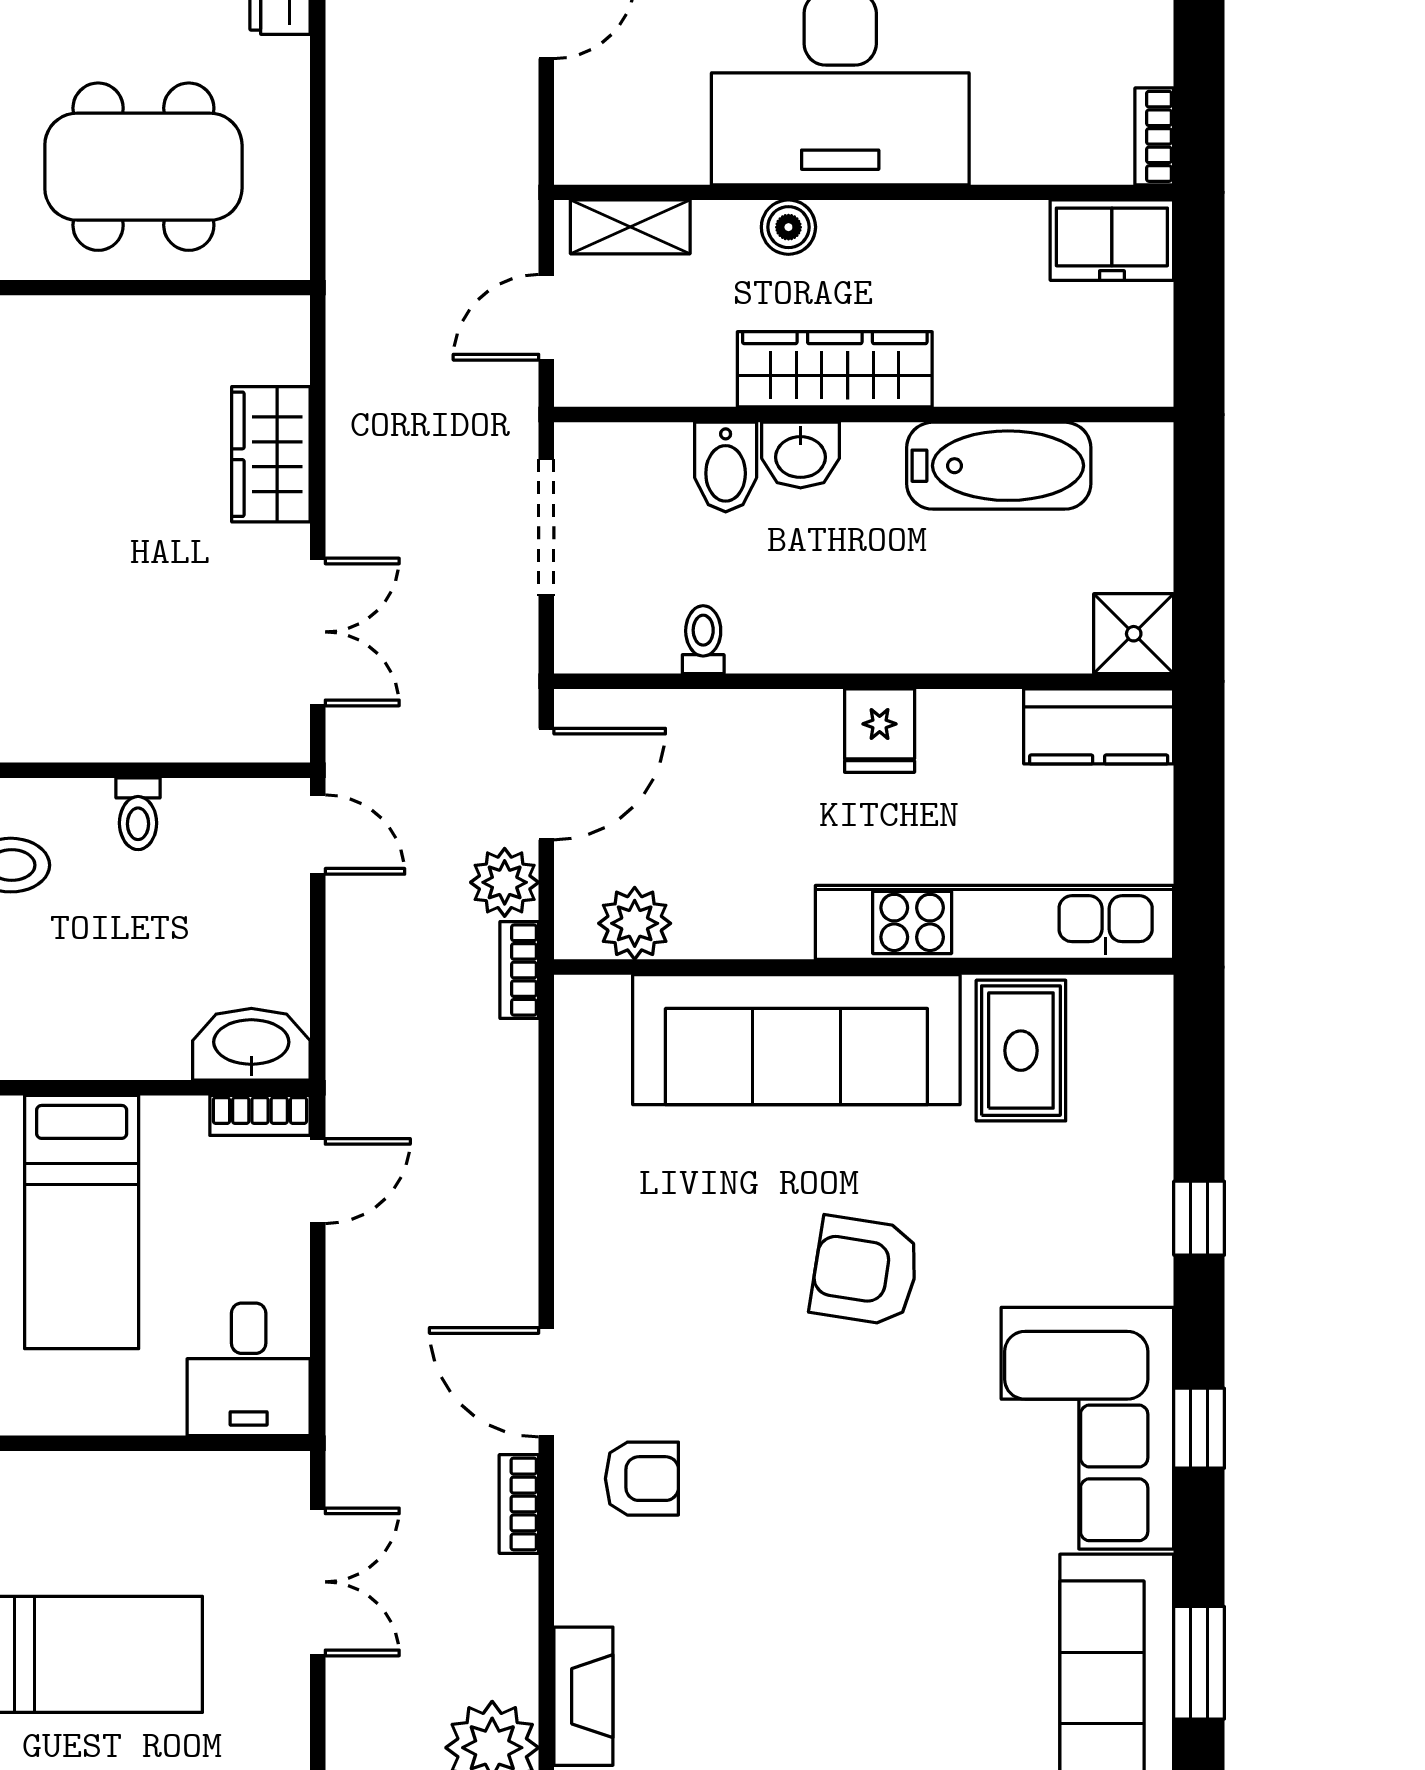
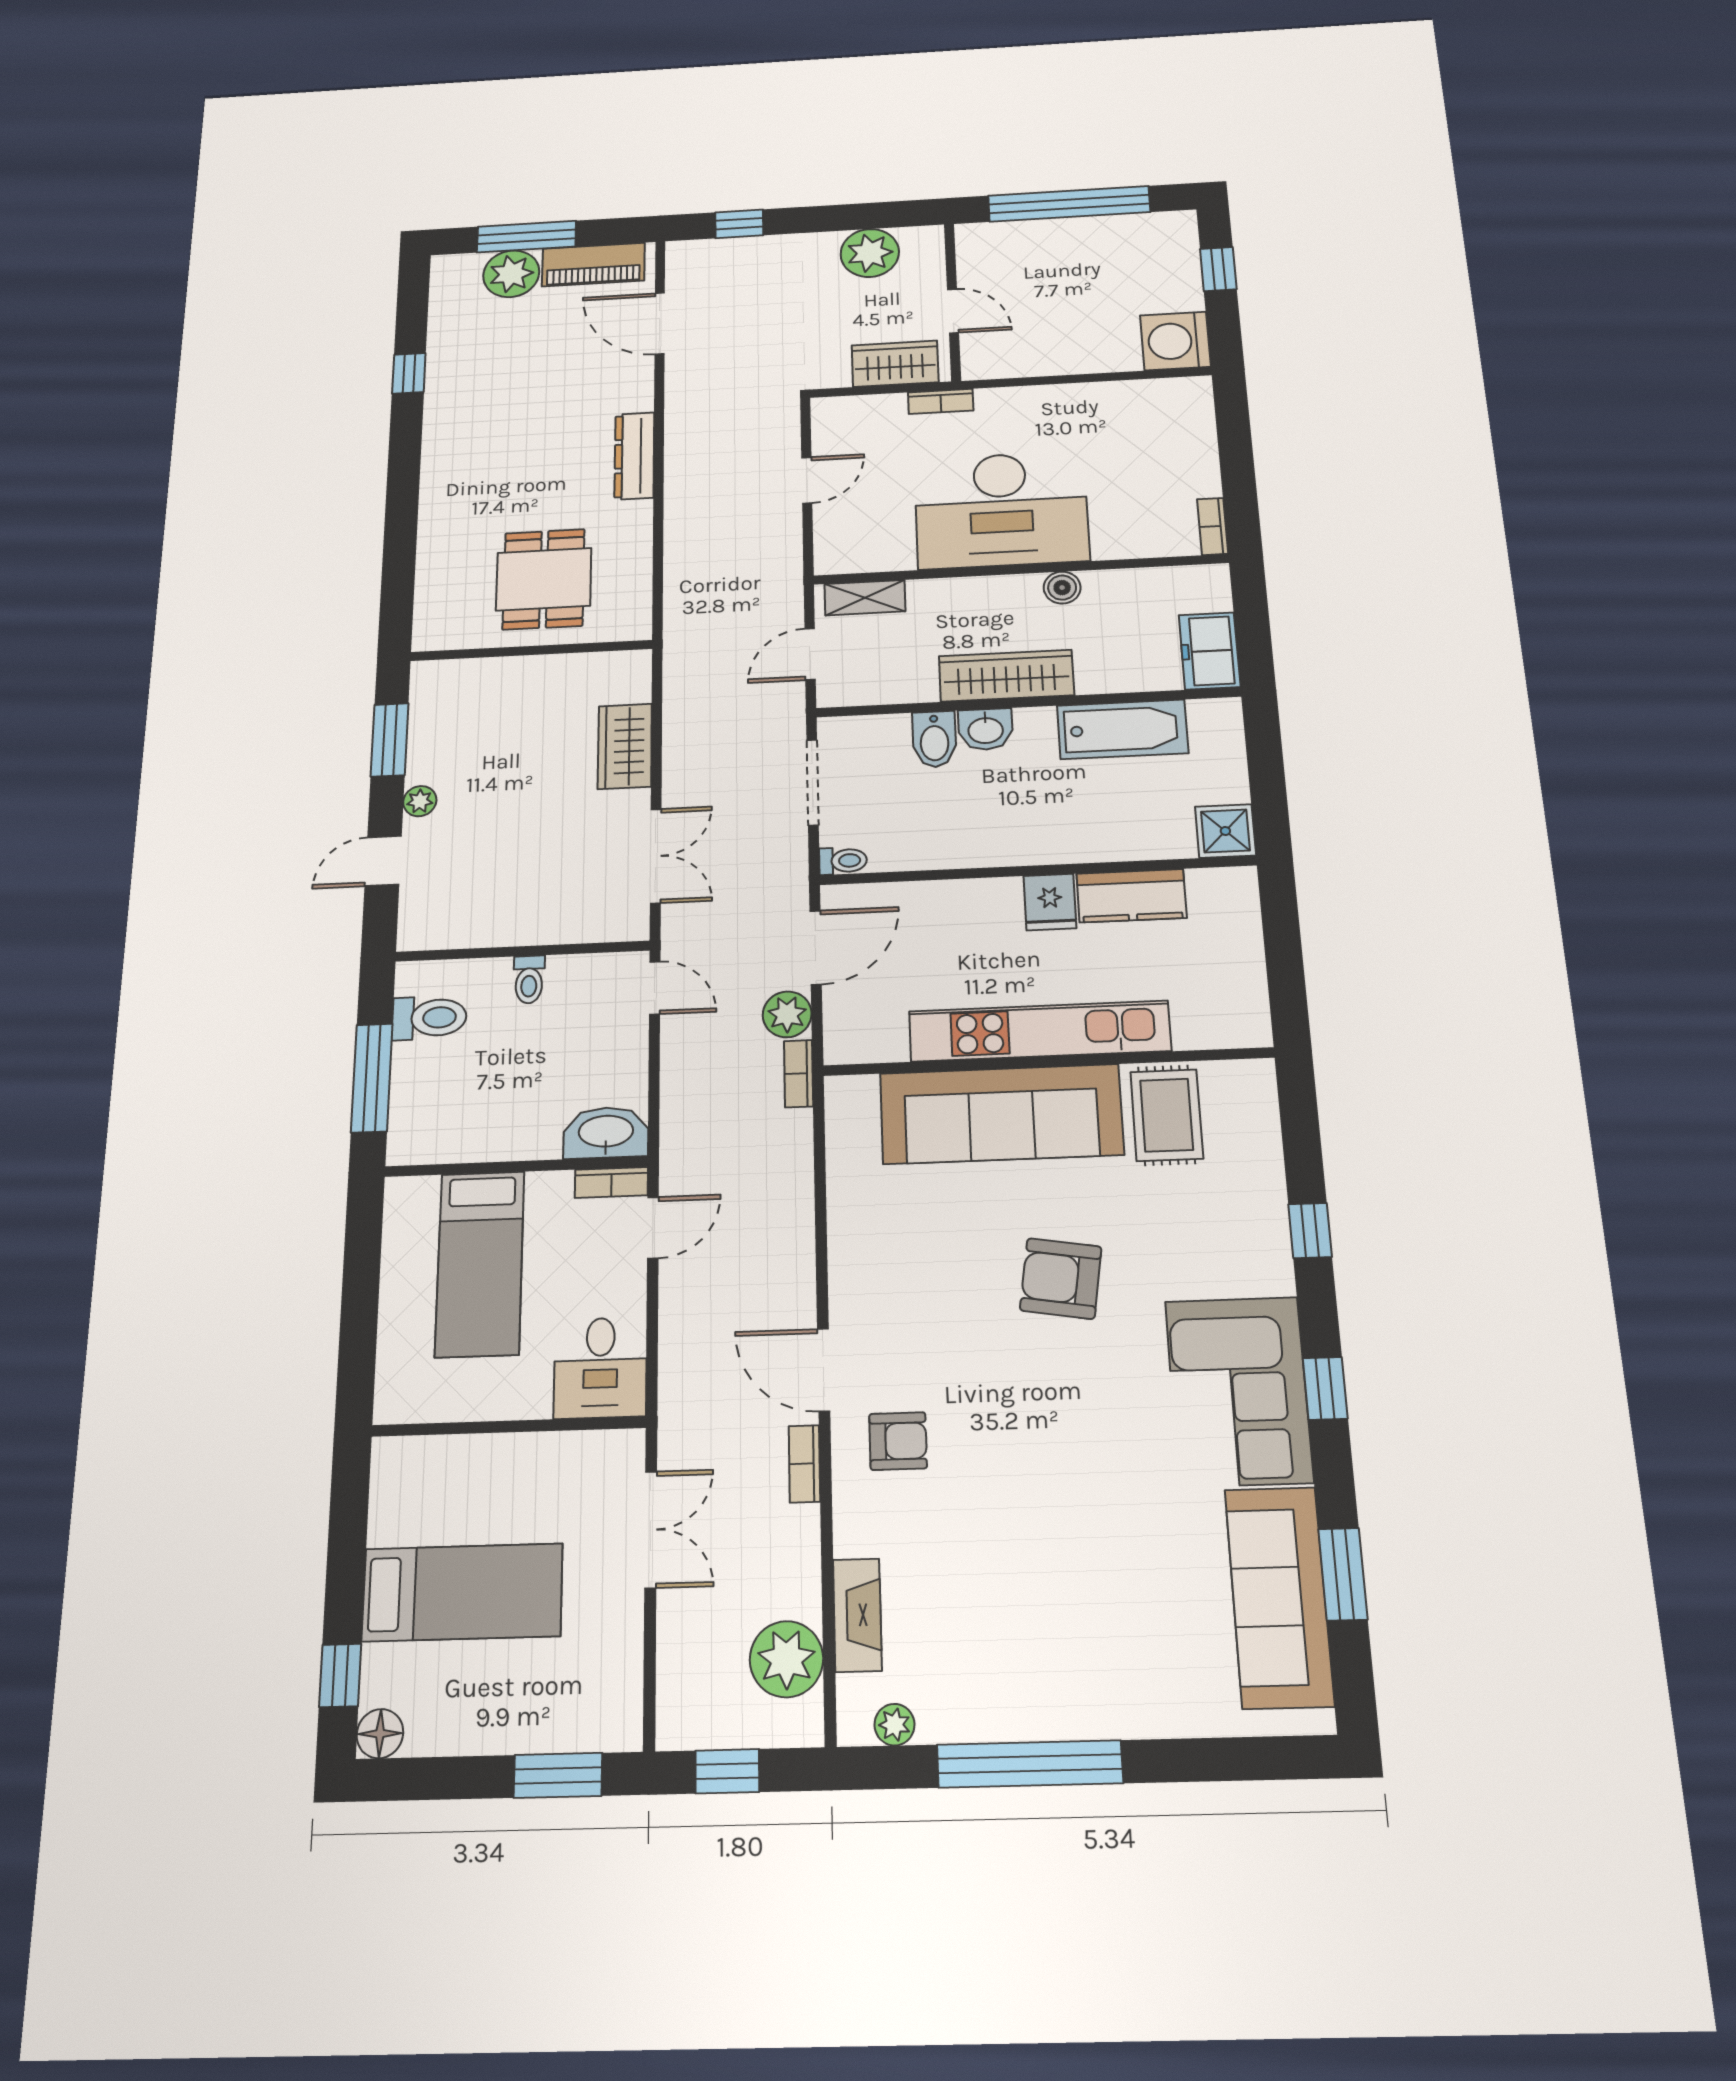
dining table: (143, 167) -> (544, 579), width x0.73
boiler: (788, 227) -> (1062, 588), moved
freezer: (1112, 240) -> (1210, 651), moved, turned 90
toilet: (703, 640) -> (843, 861), moved, turned 90
kitchen counter: (1099, 726) -> (1132, 896), moved
kitchen unit: (995, 922) -> (1040, 1031), moved
plant: (635, 923) -> (881, 1038), removed

